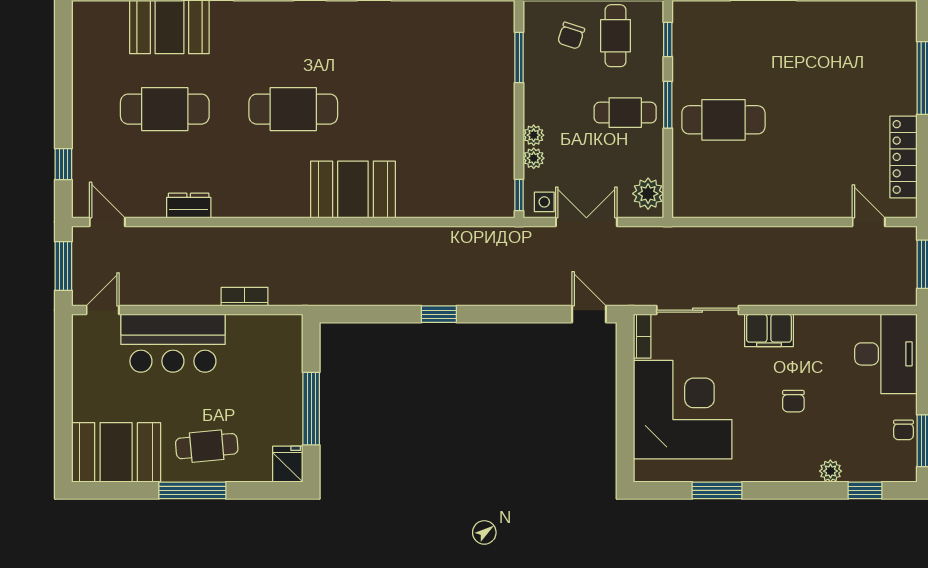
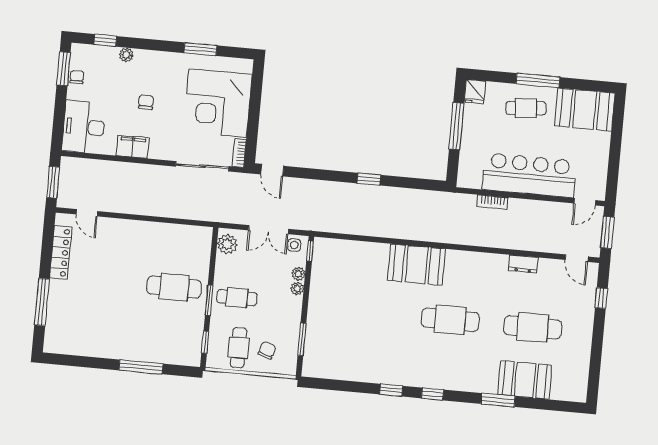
filing cabinet: (769, 330) -> (133, 147), moved
bar counter: (173, 343) -> (529, 175), width x1.36

